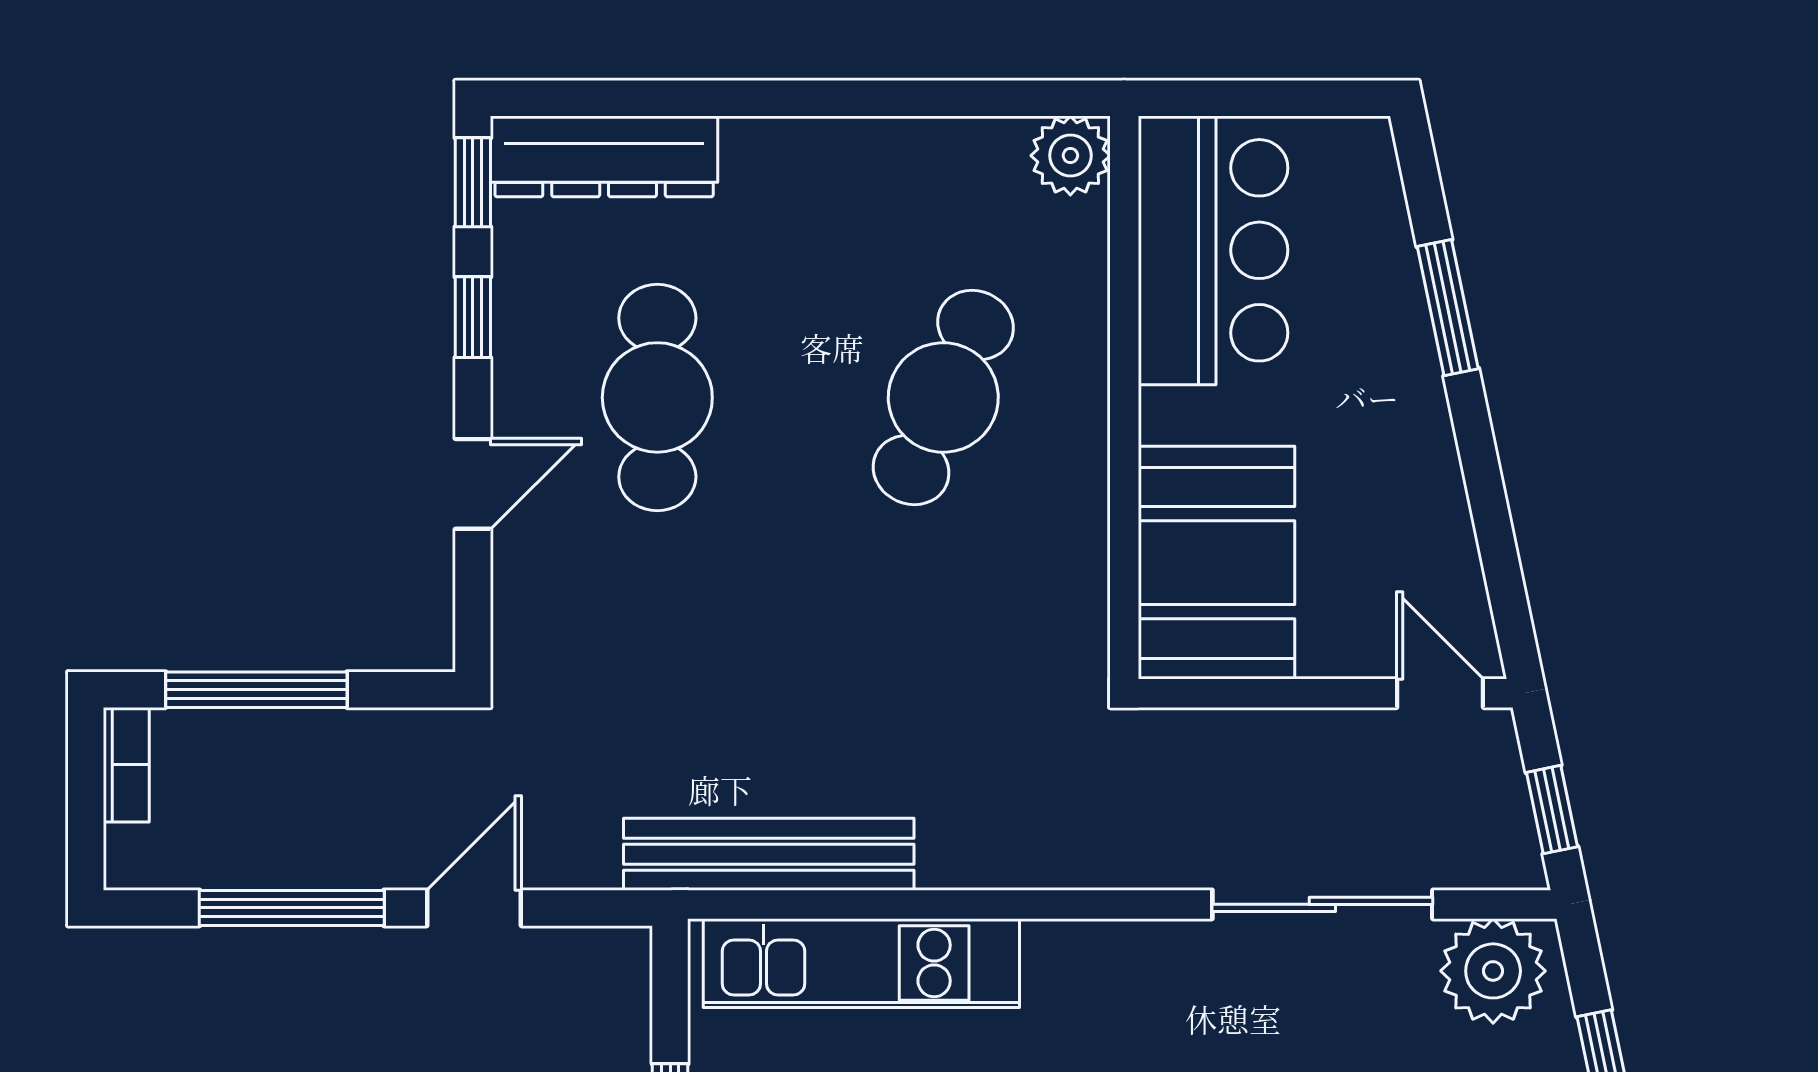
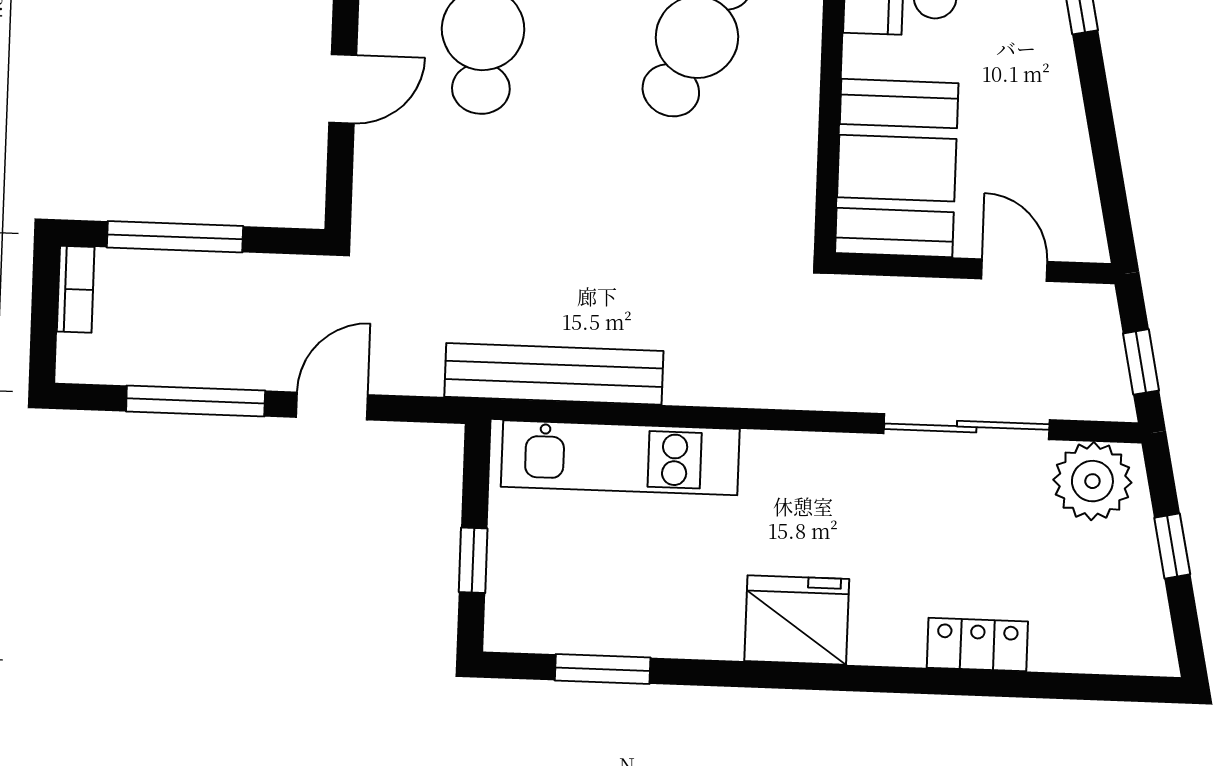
door: (1440, 693) -> (1014, 270), moved

